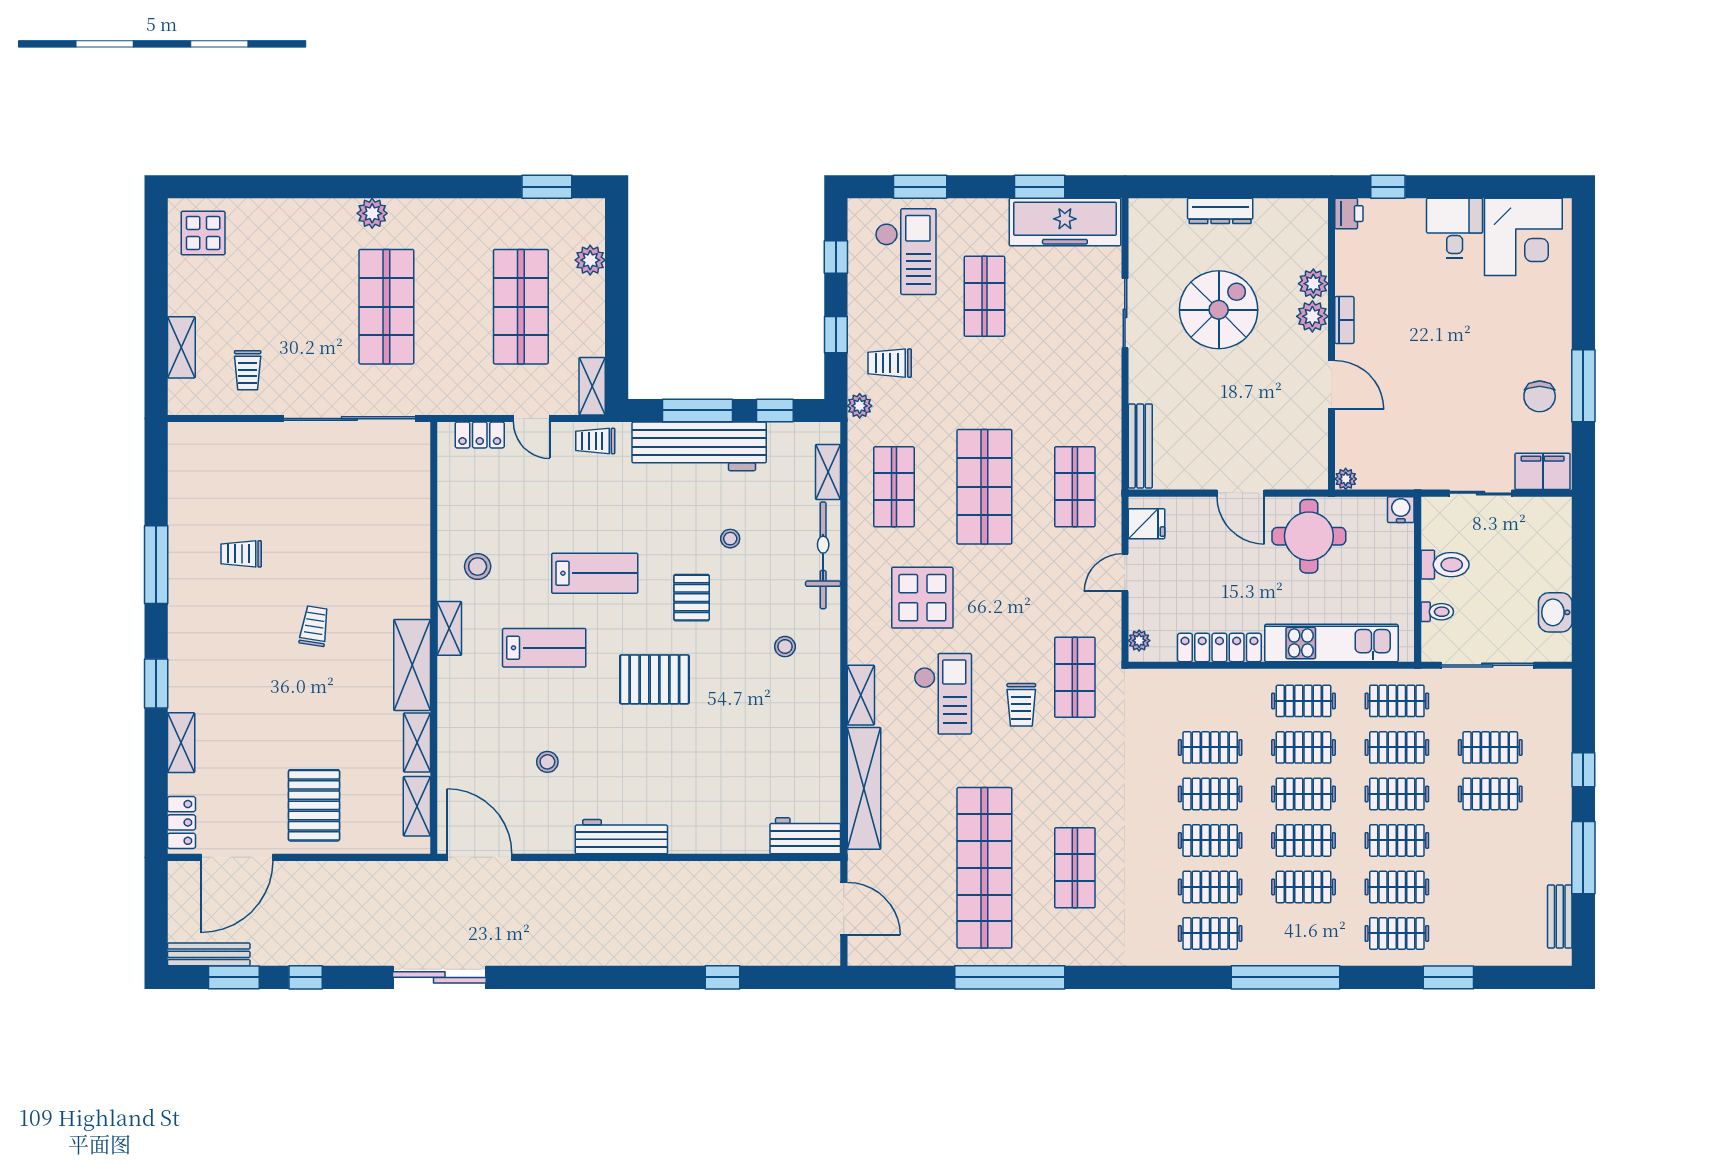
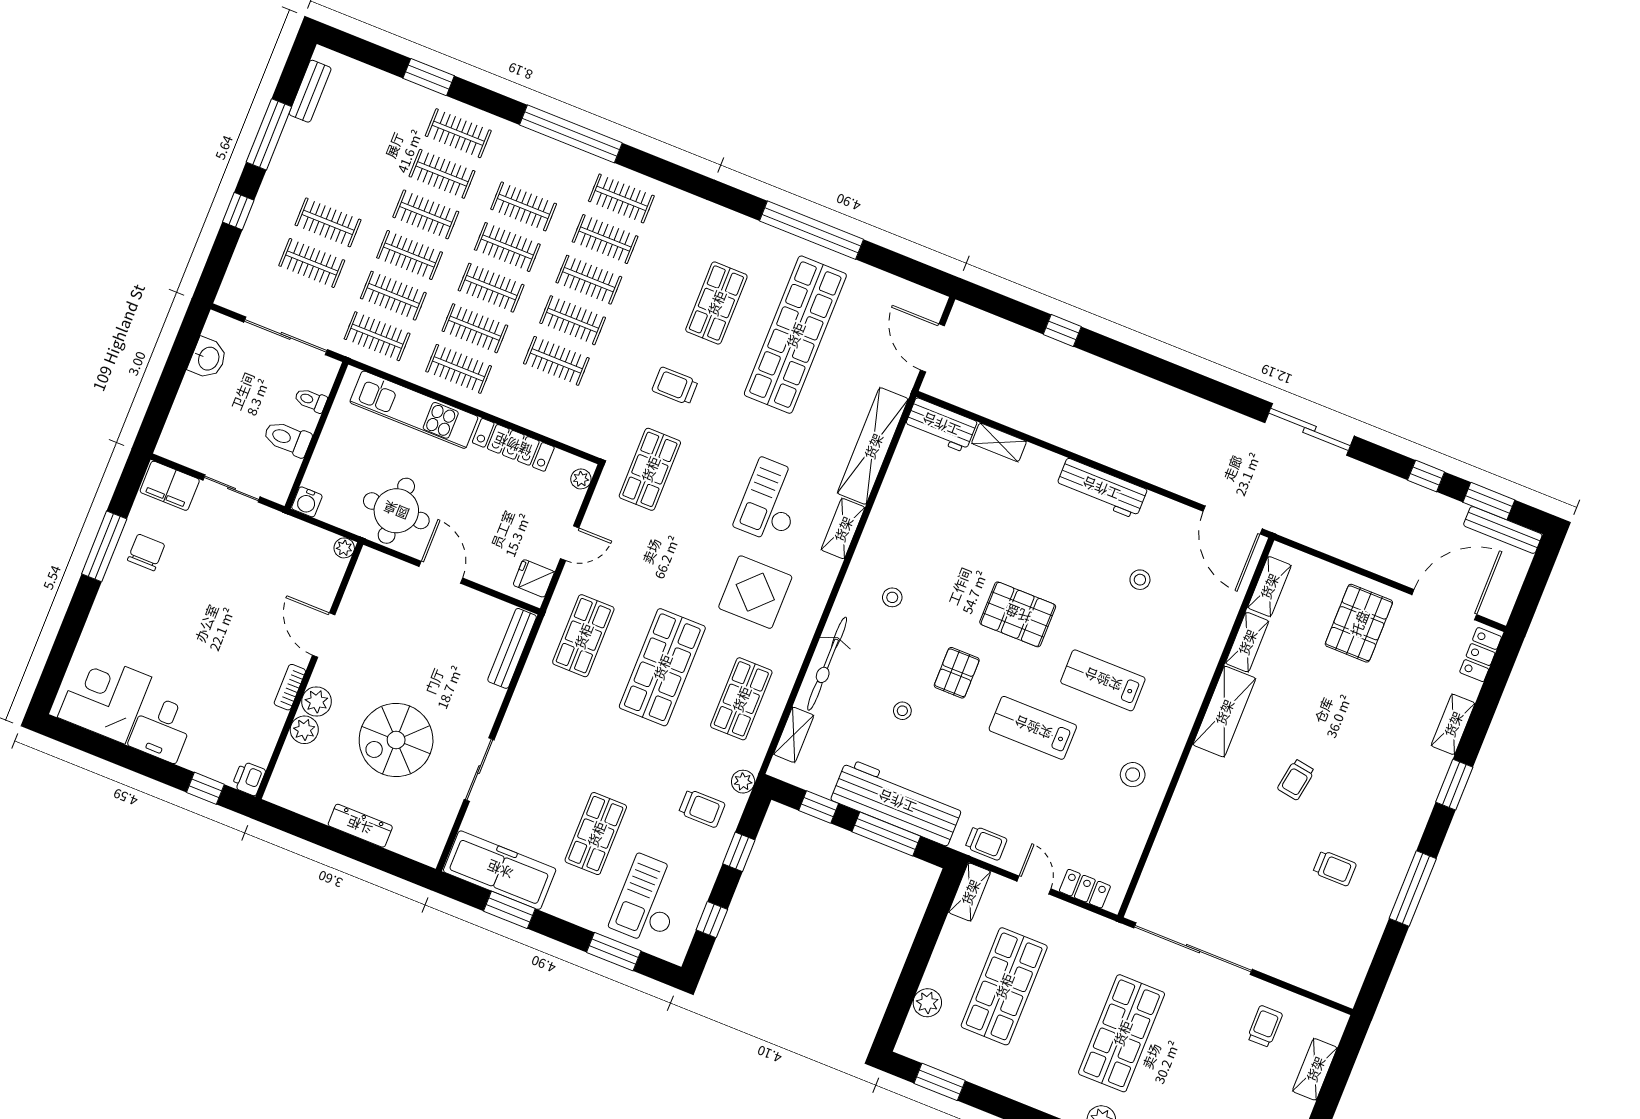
shelving: (449, 628) -> (999, 442), moved, turned 90
trolley: (1021, 705) -> (675, 386), moved, turned -90

